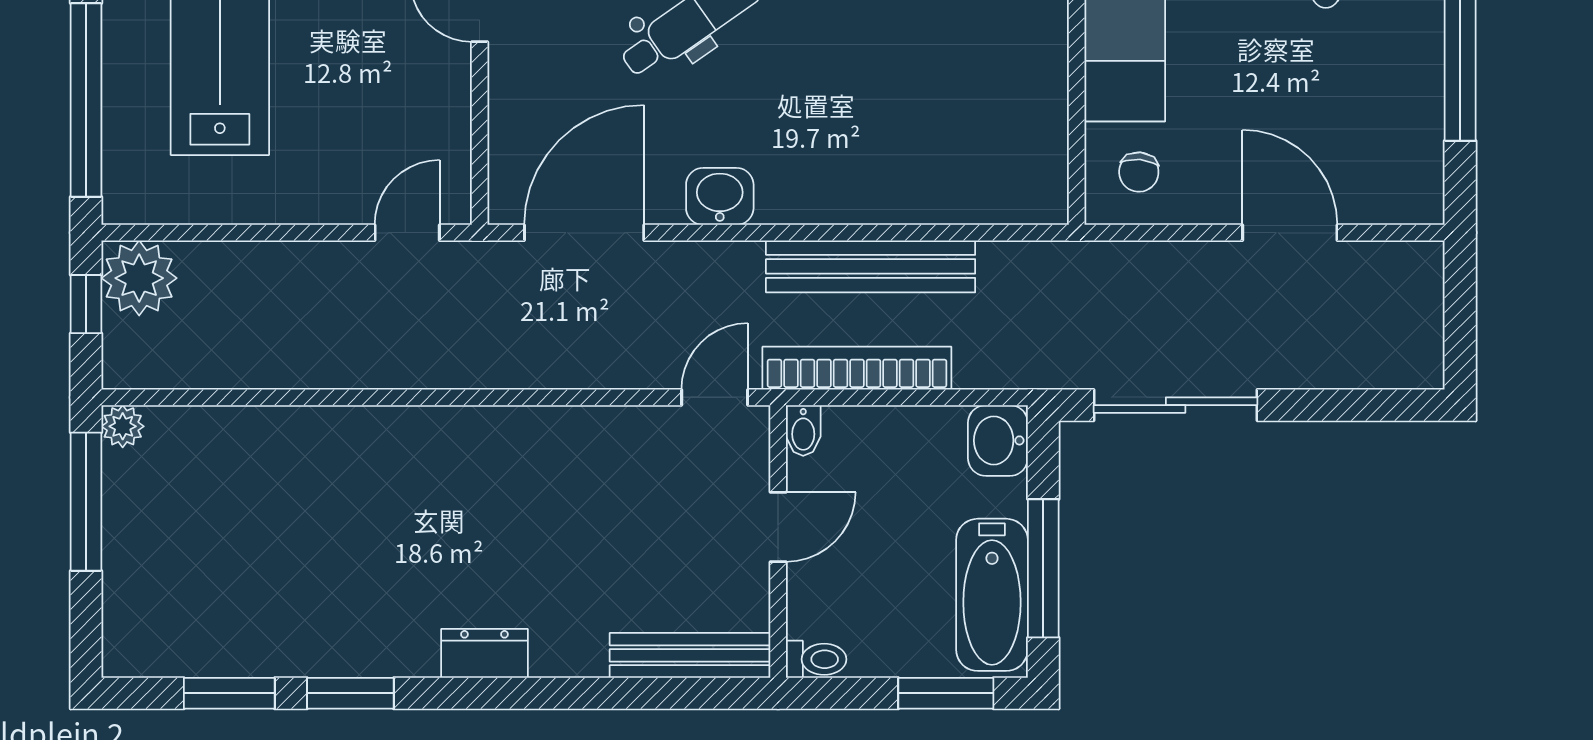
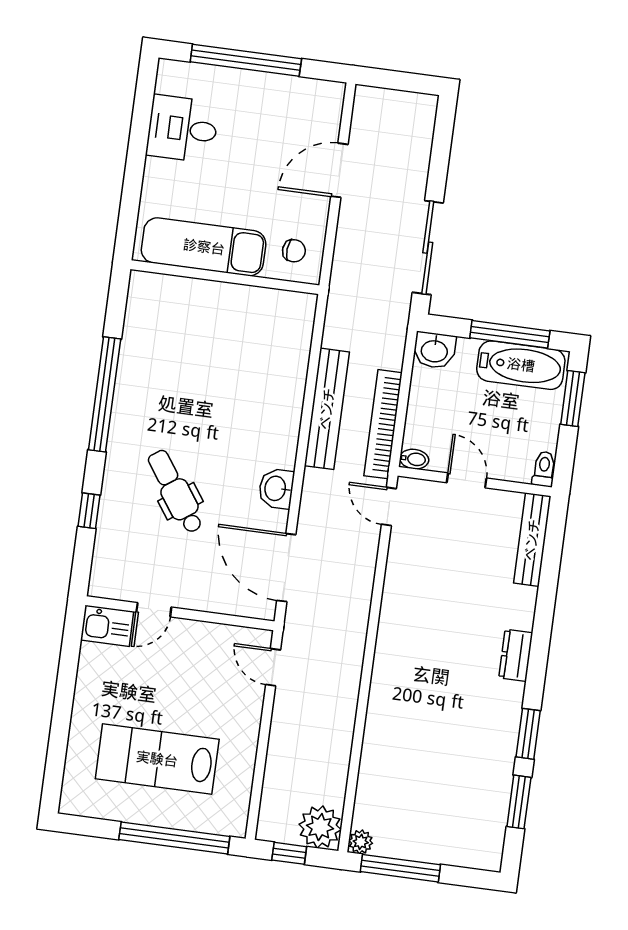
plant: (139, 278) -> (320, 827), moved

